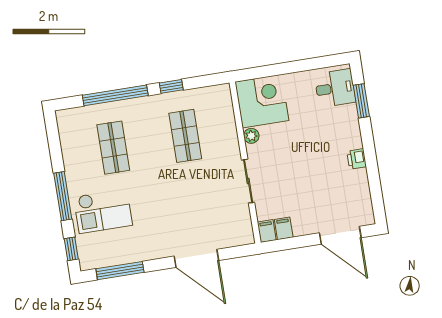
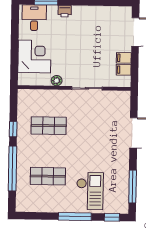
corner desk: (262, 101) -> (34, 56), moved, turned 90
printer: (357, 159) -> (65, 11), moved
filing cabinet: (267, 231) -> (124, 58), moved

